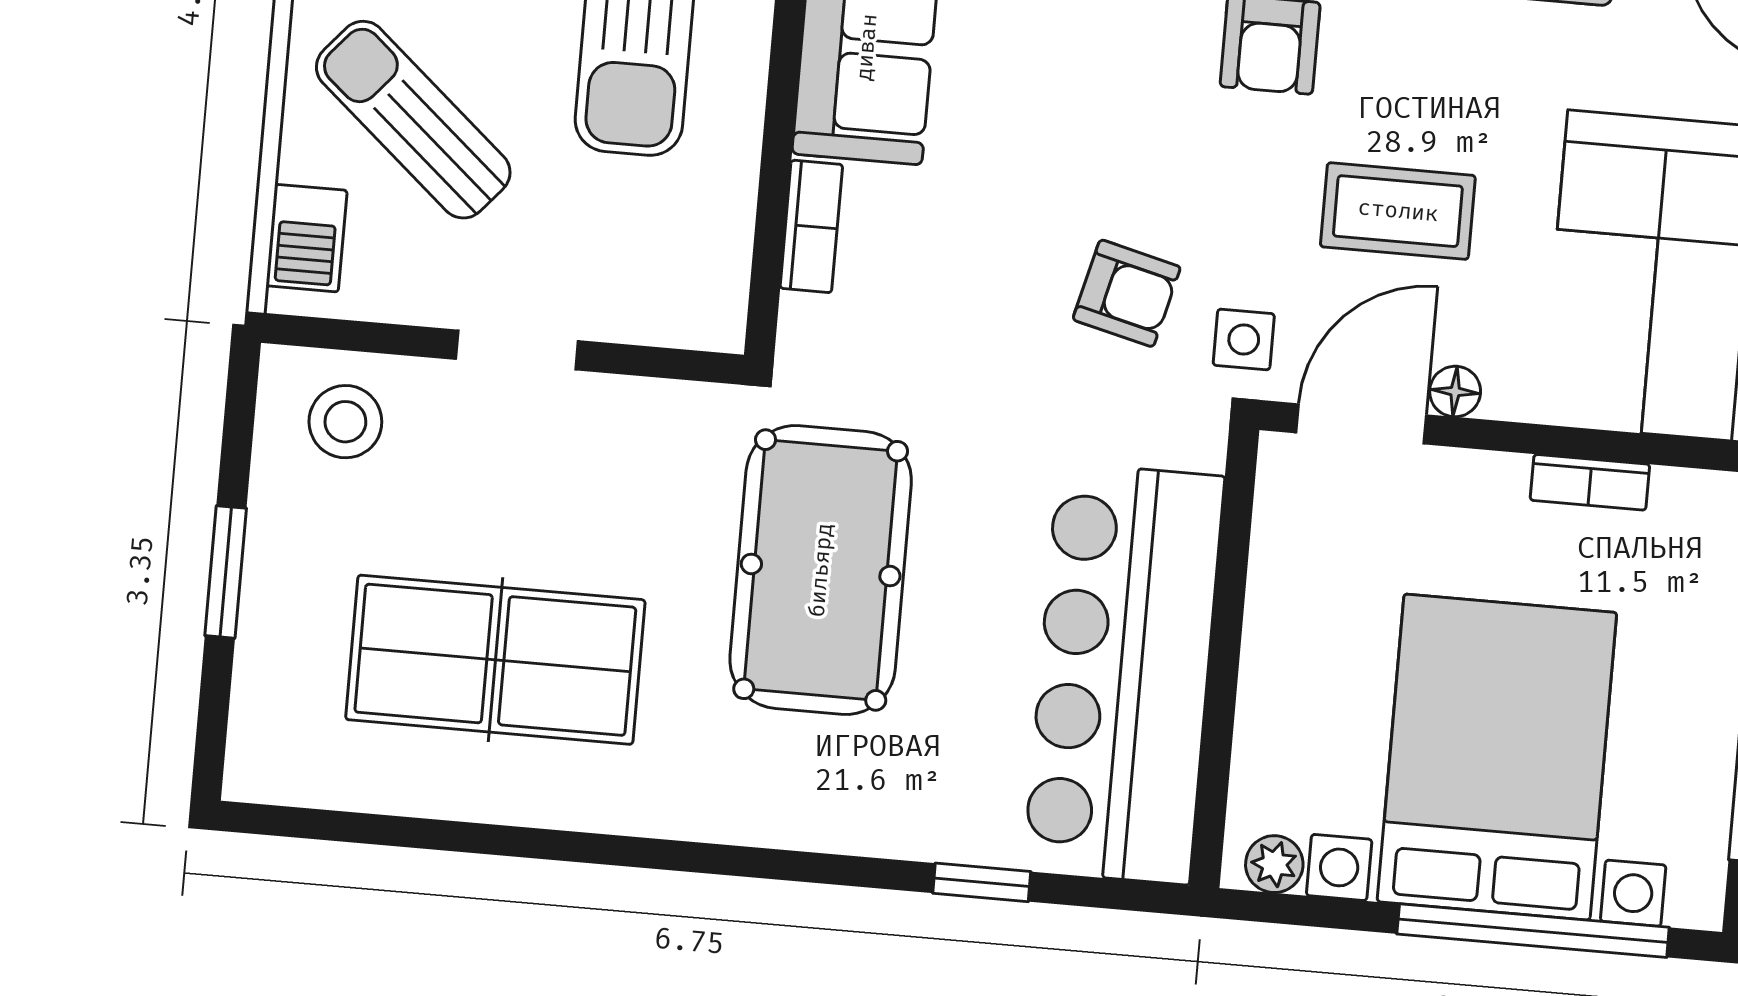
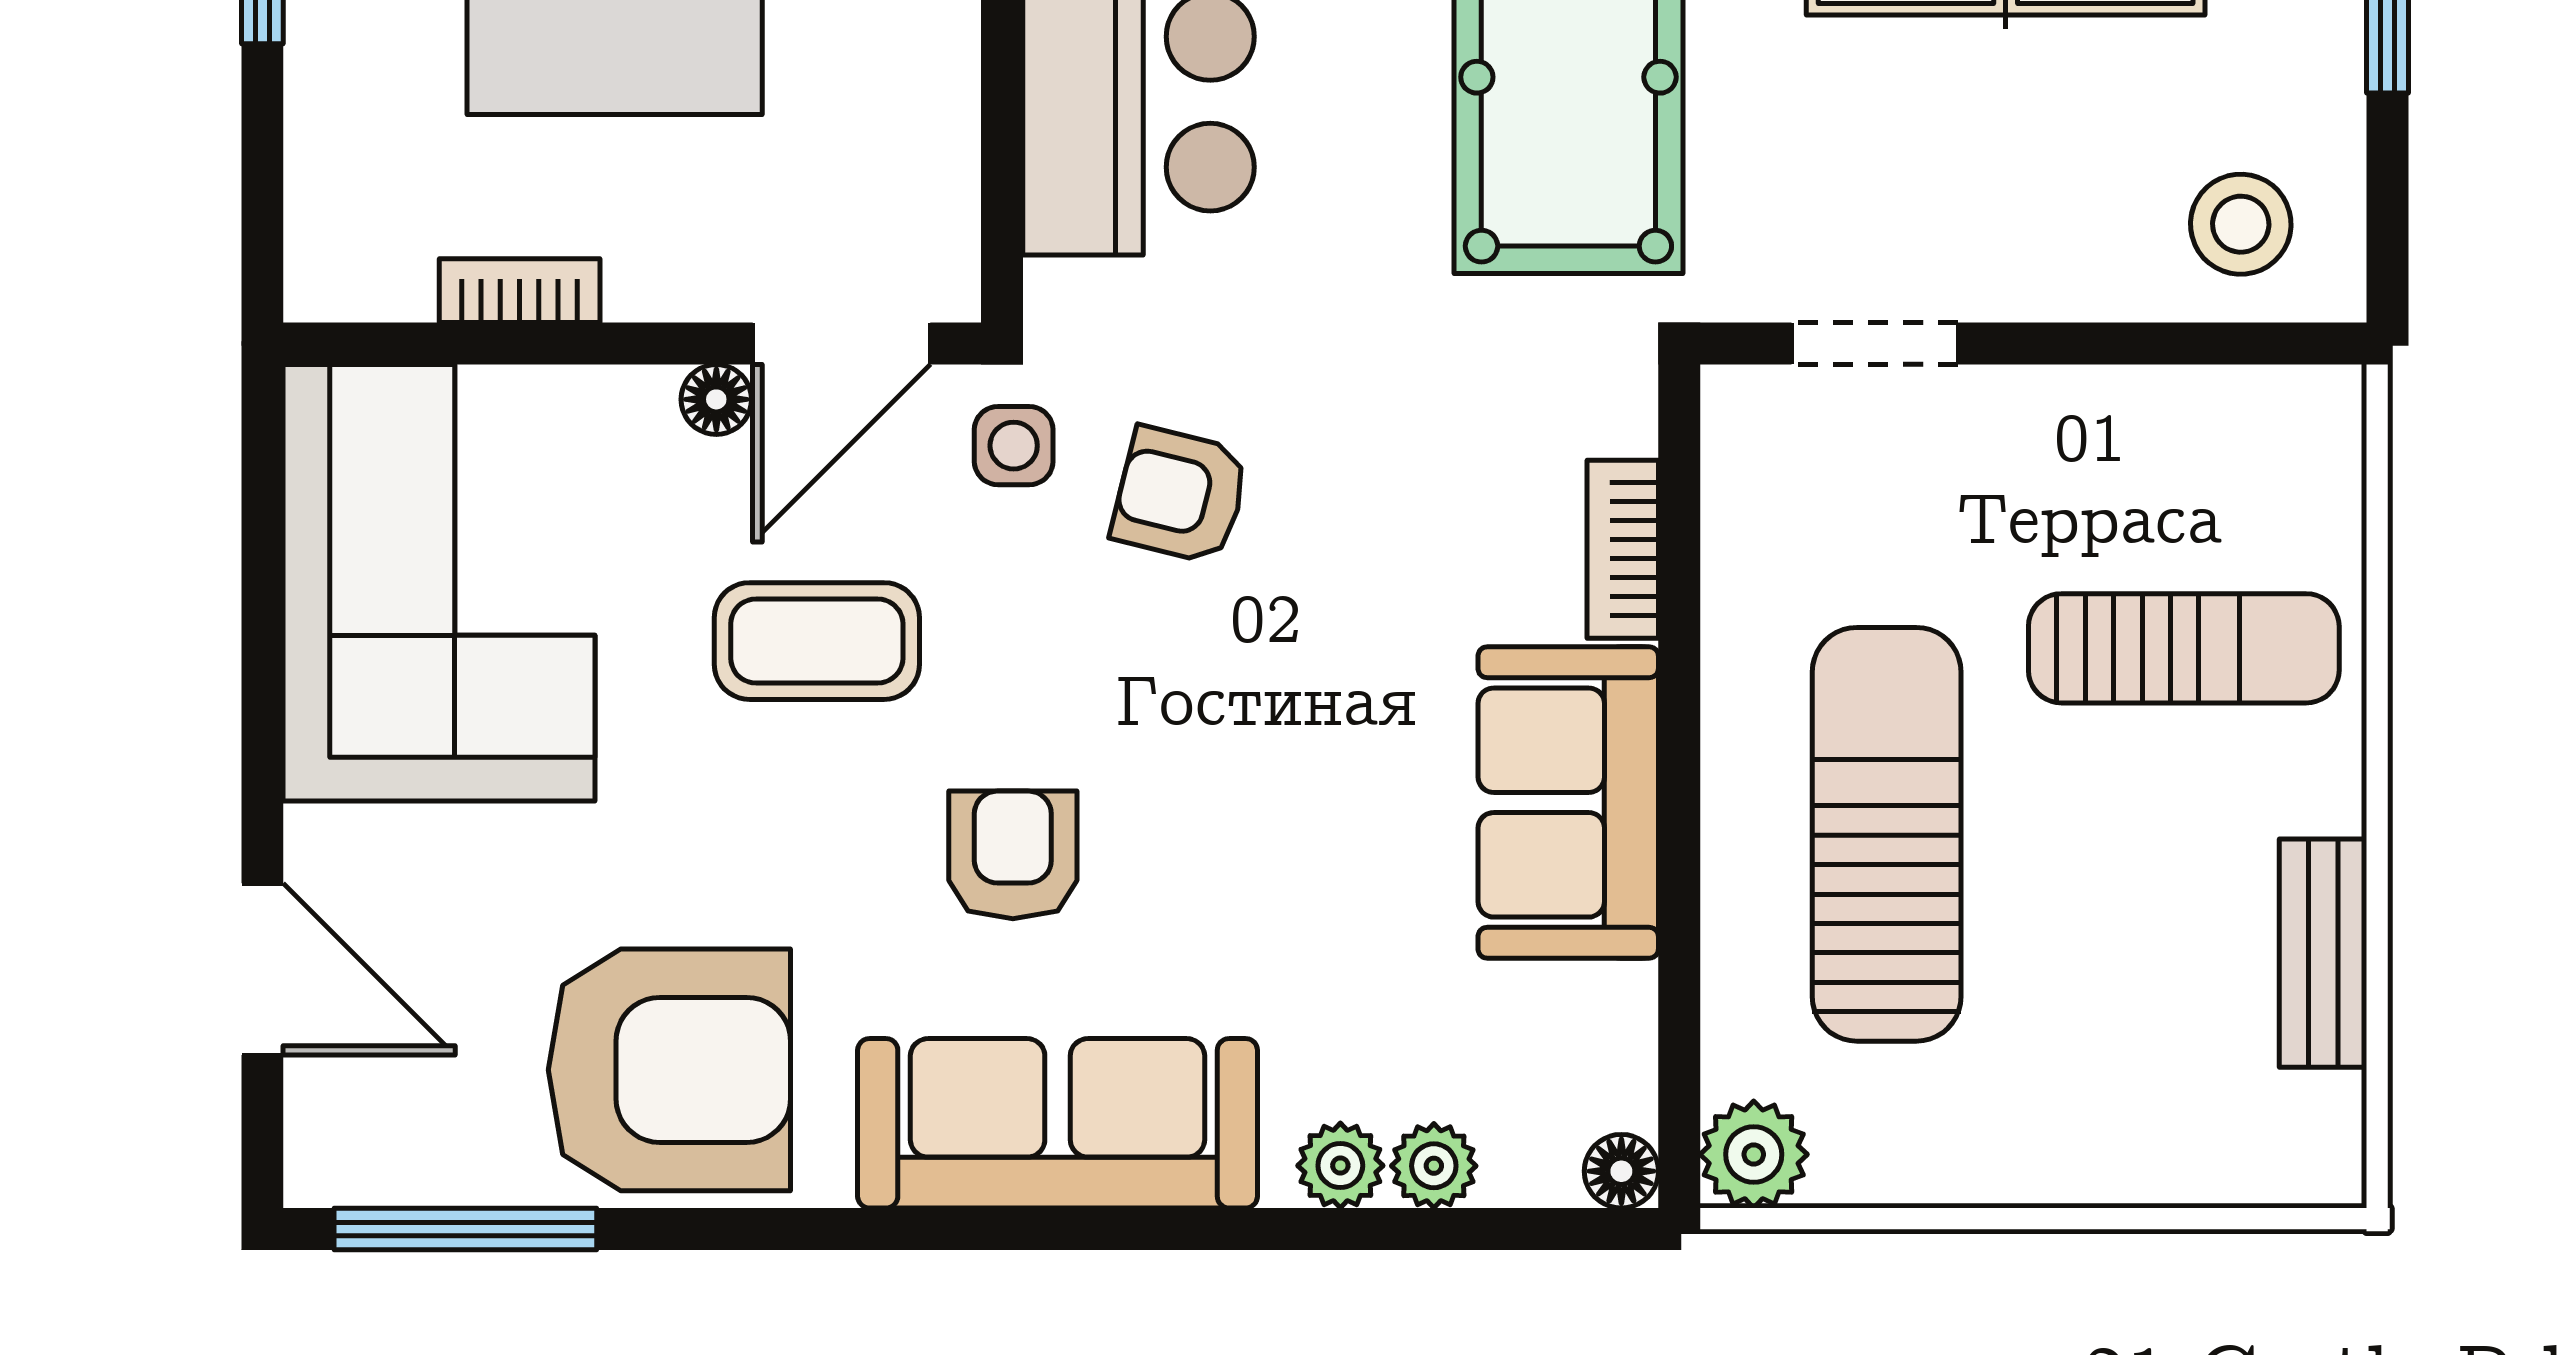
sun lounger: (413, 120) -> (2184, 648), turned -41
barbecue: (306, 238) -> (2317, 472), removed
doorway: (517, 350) -> (1875, 344), moved

